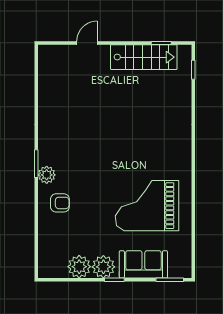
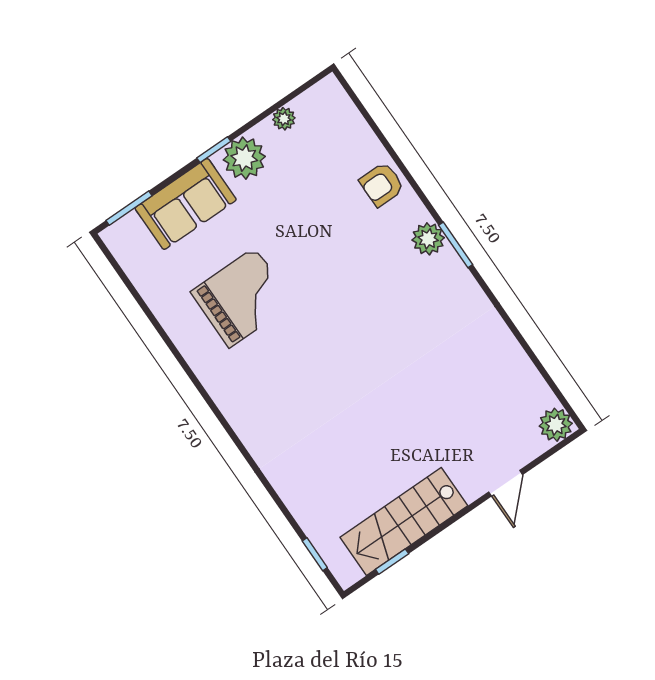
plant: (47, 54) -> (556, 425), added
armchair: (60, 203) -> (382, 184), moved
grand piano: (147, 206) -> (242, 298), width x0.73, depth x0.68
plant: (79, 267) -> (284, 119), width x0.53, depth x0.53

